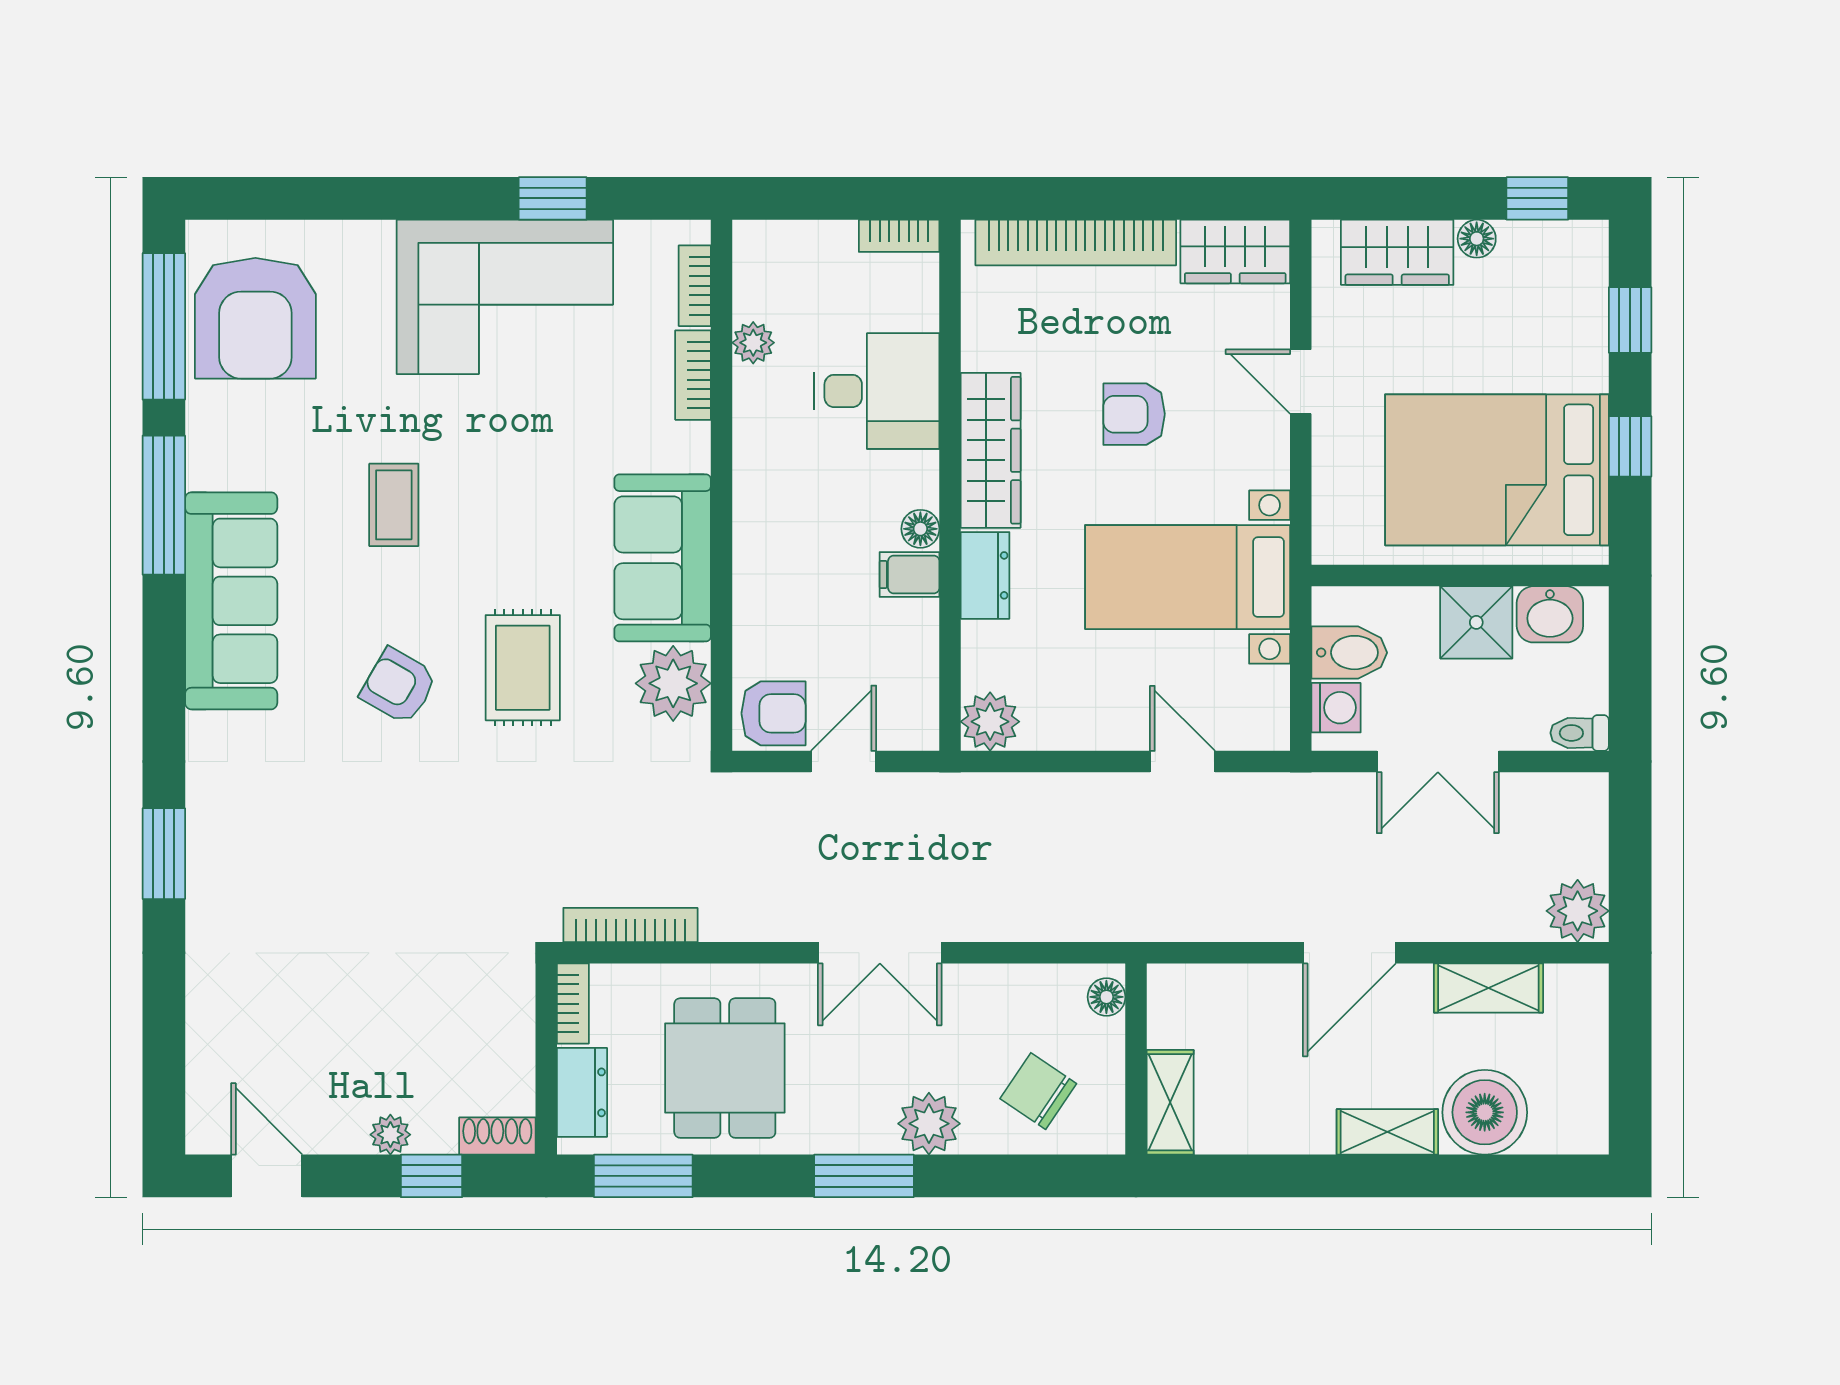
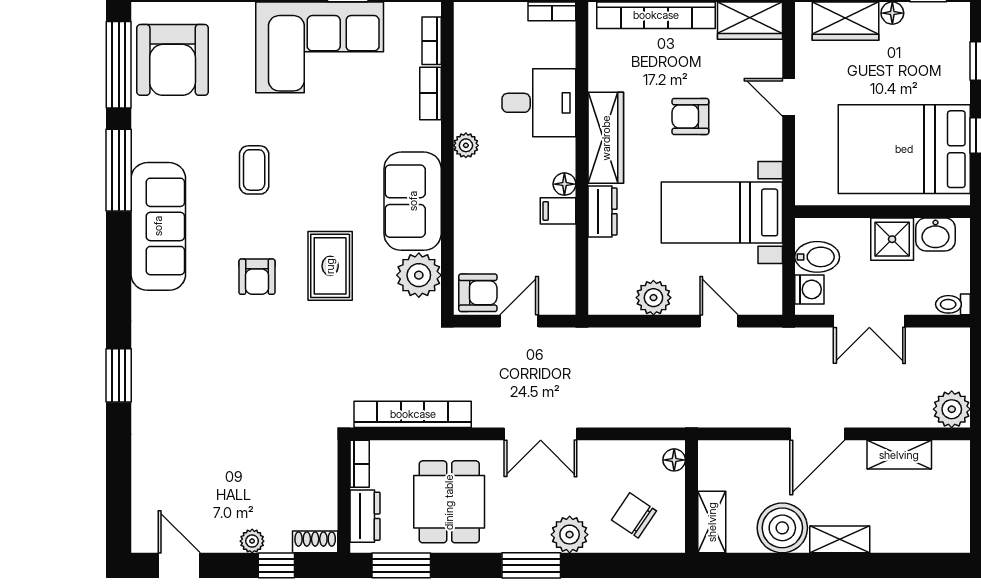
plant: (753, 343) -> (466, 145), moved
armchair: (399, 686) -> (257, 277), turned -120
plant: (990, 722) -> (653, 298), moved
bookcase: (630, 925) -> (413, 414), width x1.48, depth x1.31
boiler: (1485, 1112) -> (782, 528), moved

